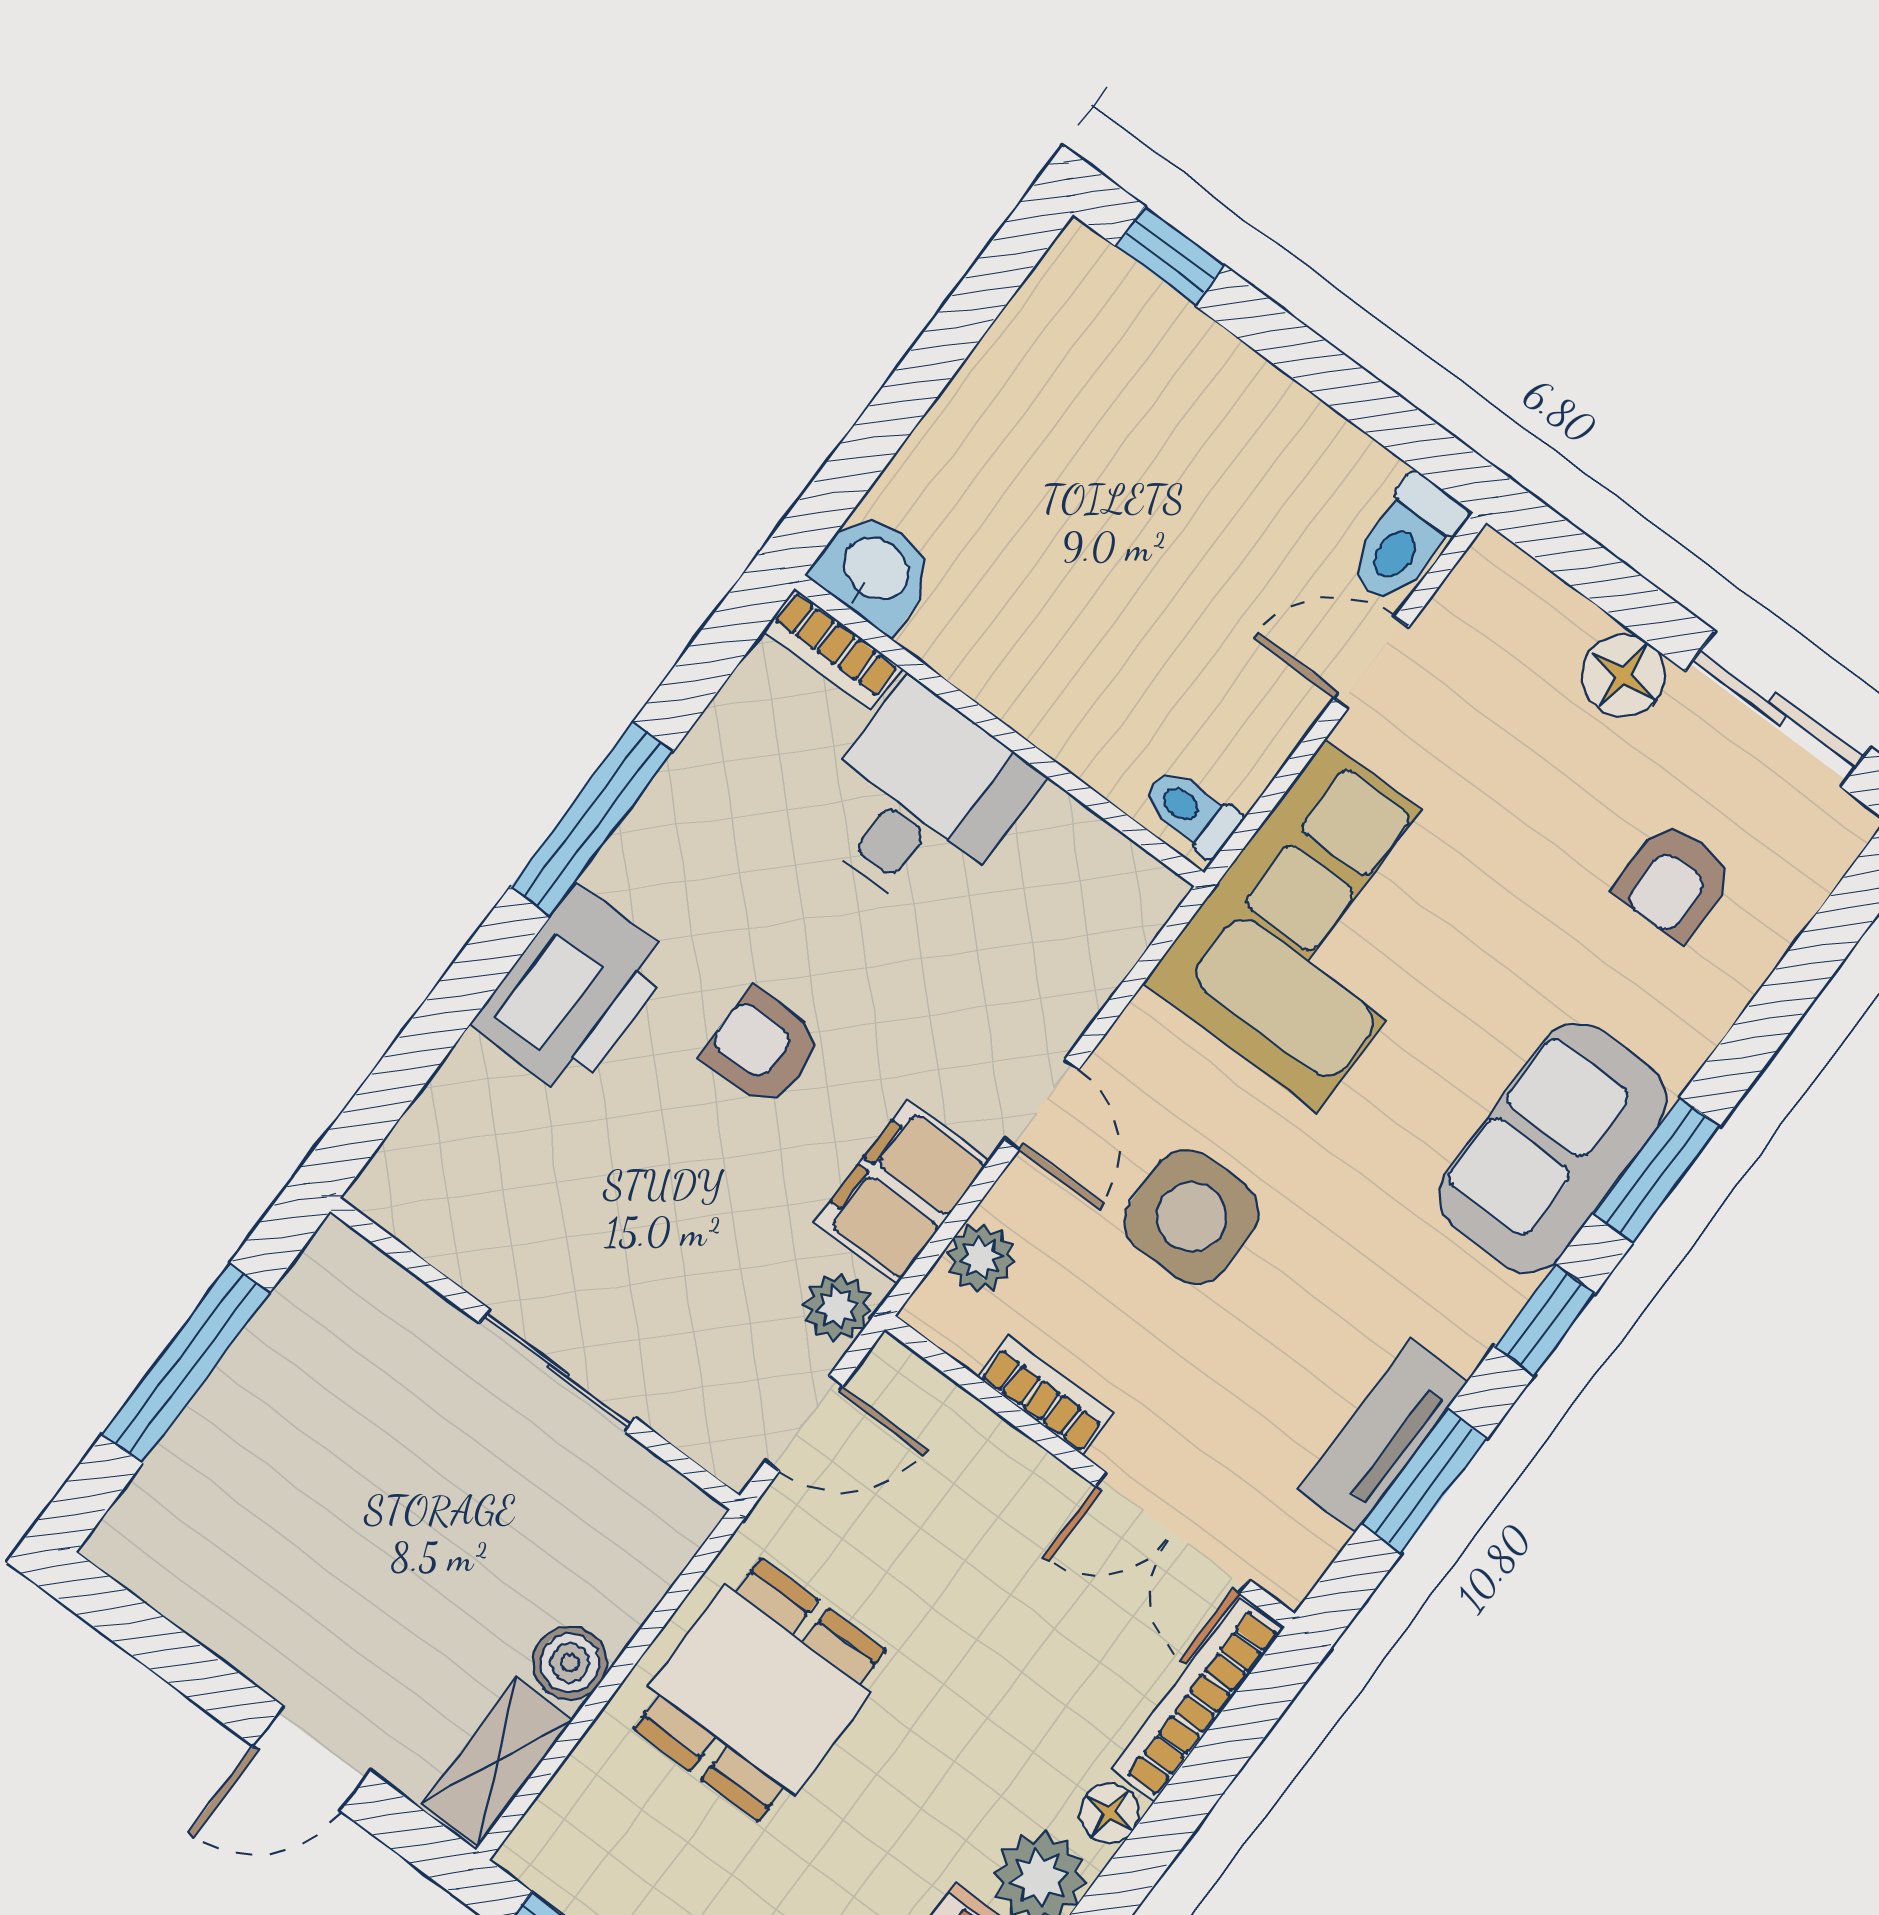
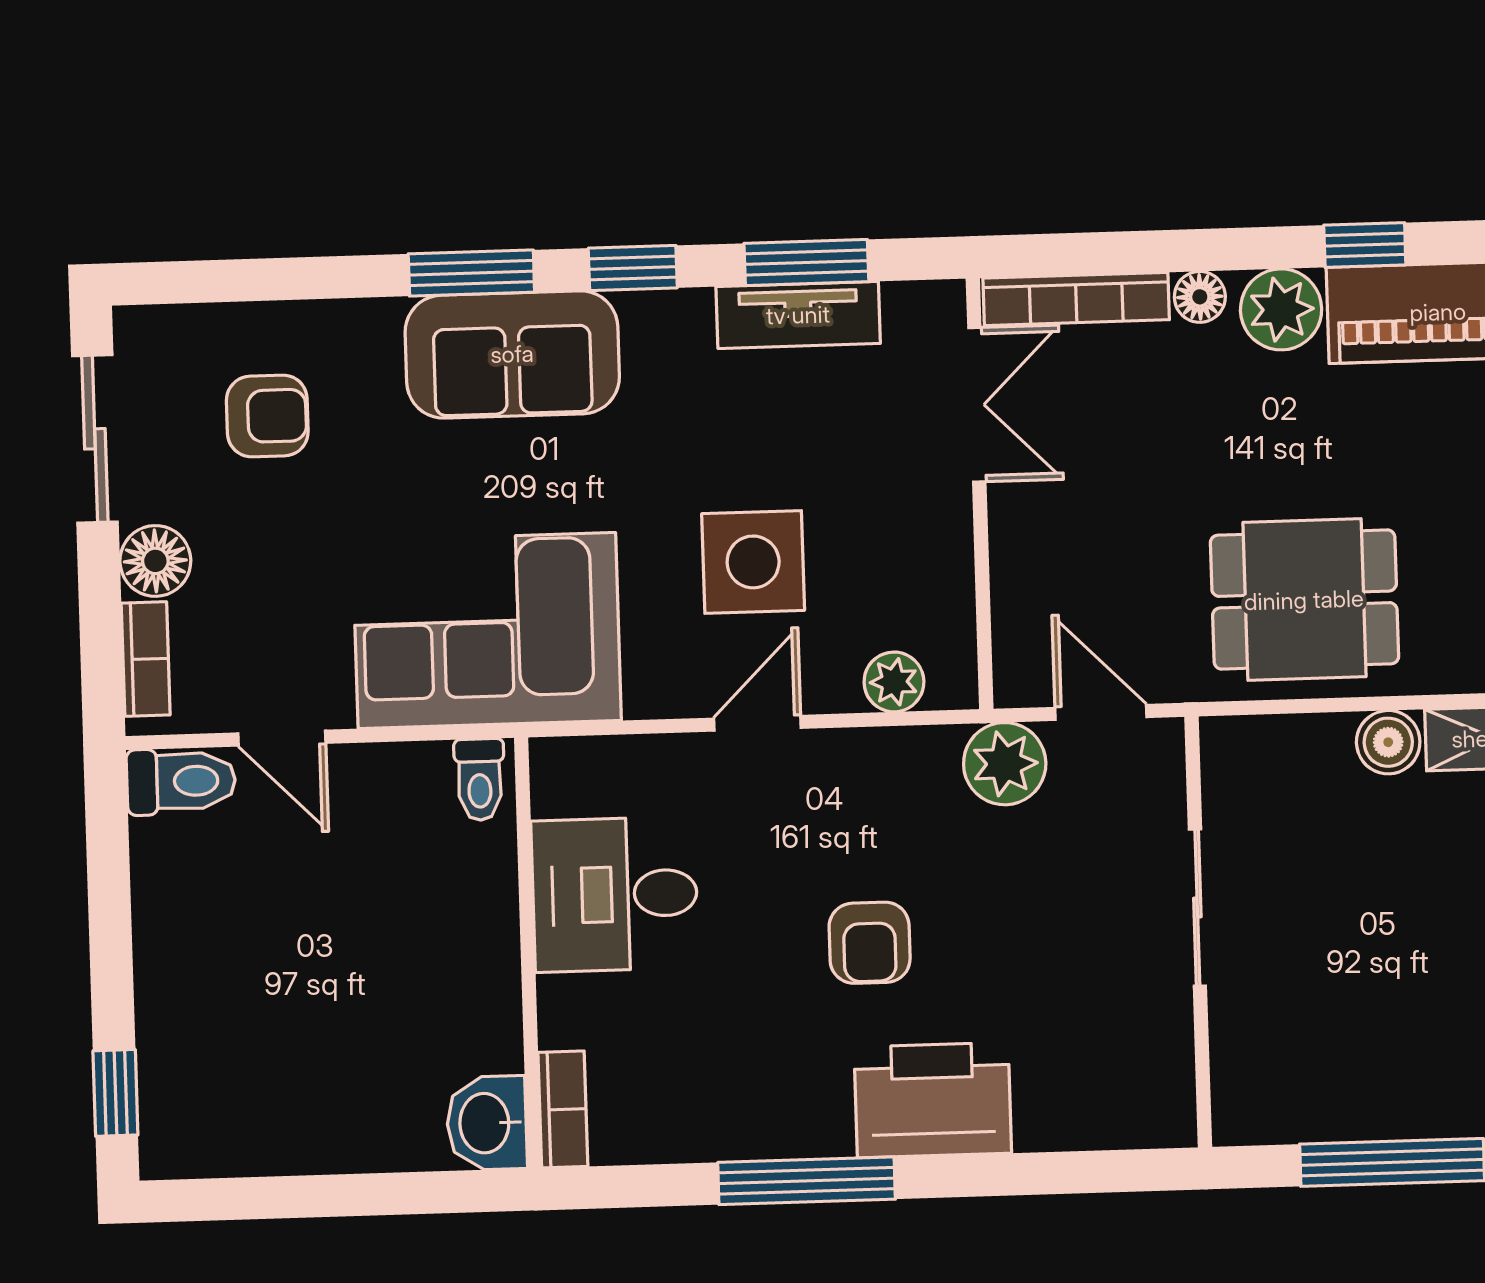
desk: (921, 800) -> (615, 894), moved
filing cabinet: (903, 1191) -> (891, 771), removed
plant: (837, 1307) -> (1005, 764), width x1.38, depth x1.38
bookcase: (1045, 1395) -> (146, 659), moved, turned 180

